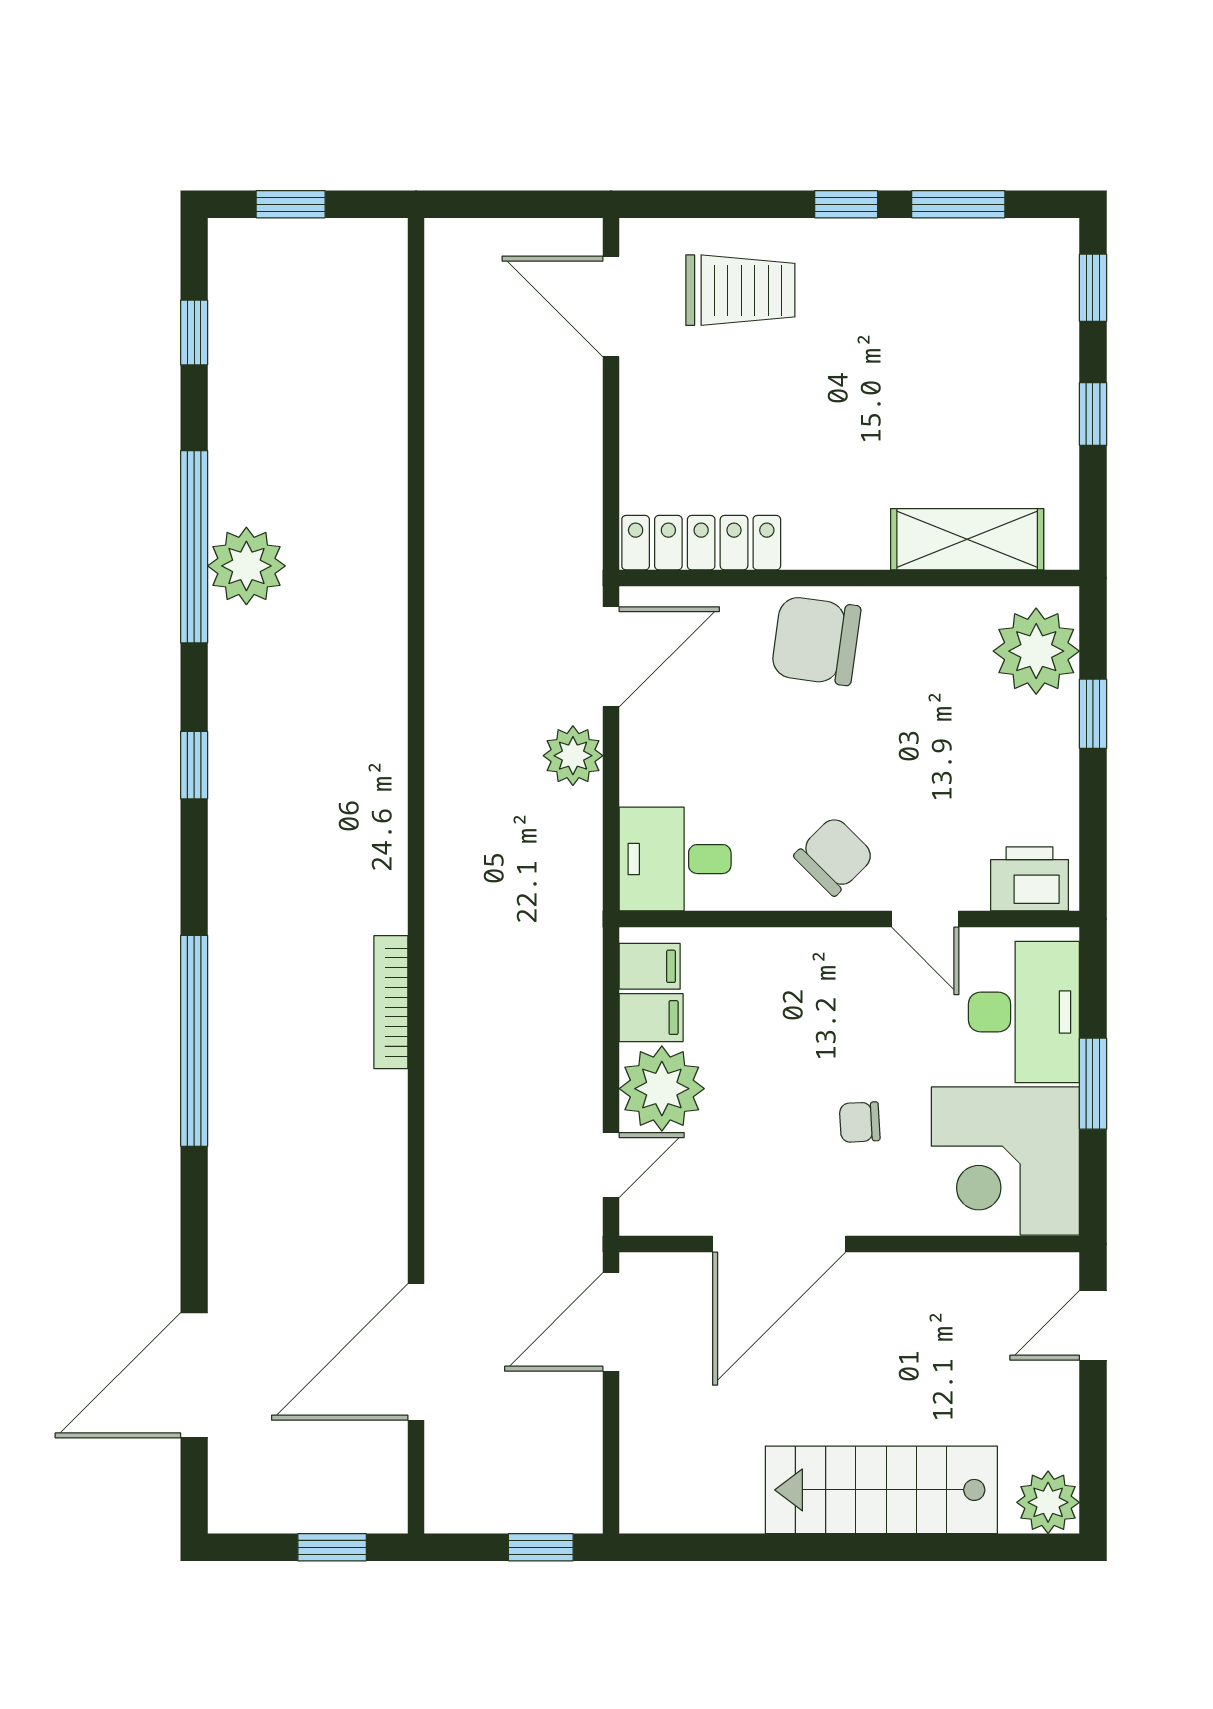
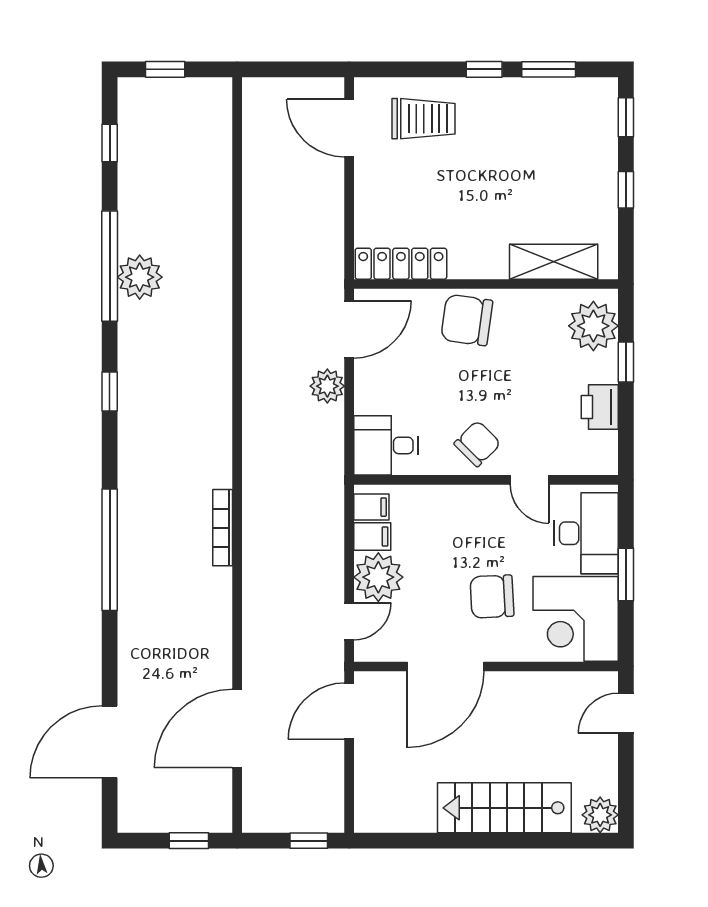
printer: (1030, 879) -> (600, 407), moved, turned -90
chair: (860, 1122) -> (492, 597), width x1.87, depth x1.87

